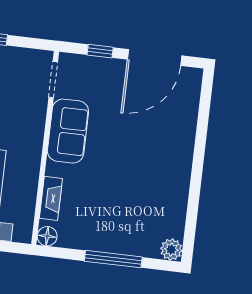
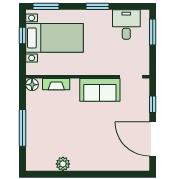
plant: (171, 250) -> (63, 164), moved

